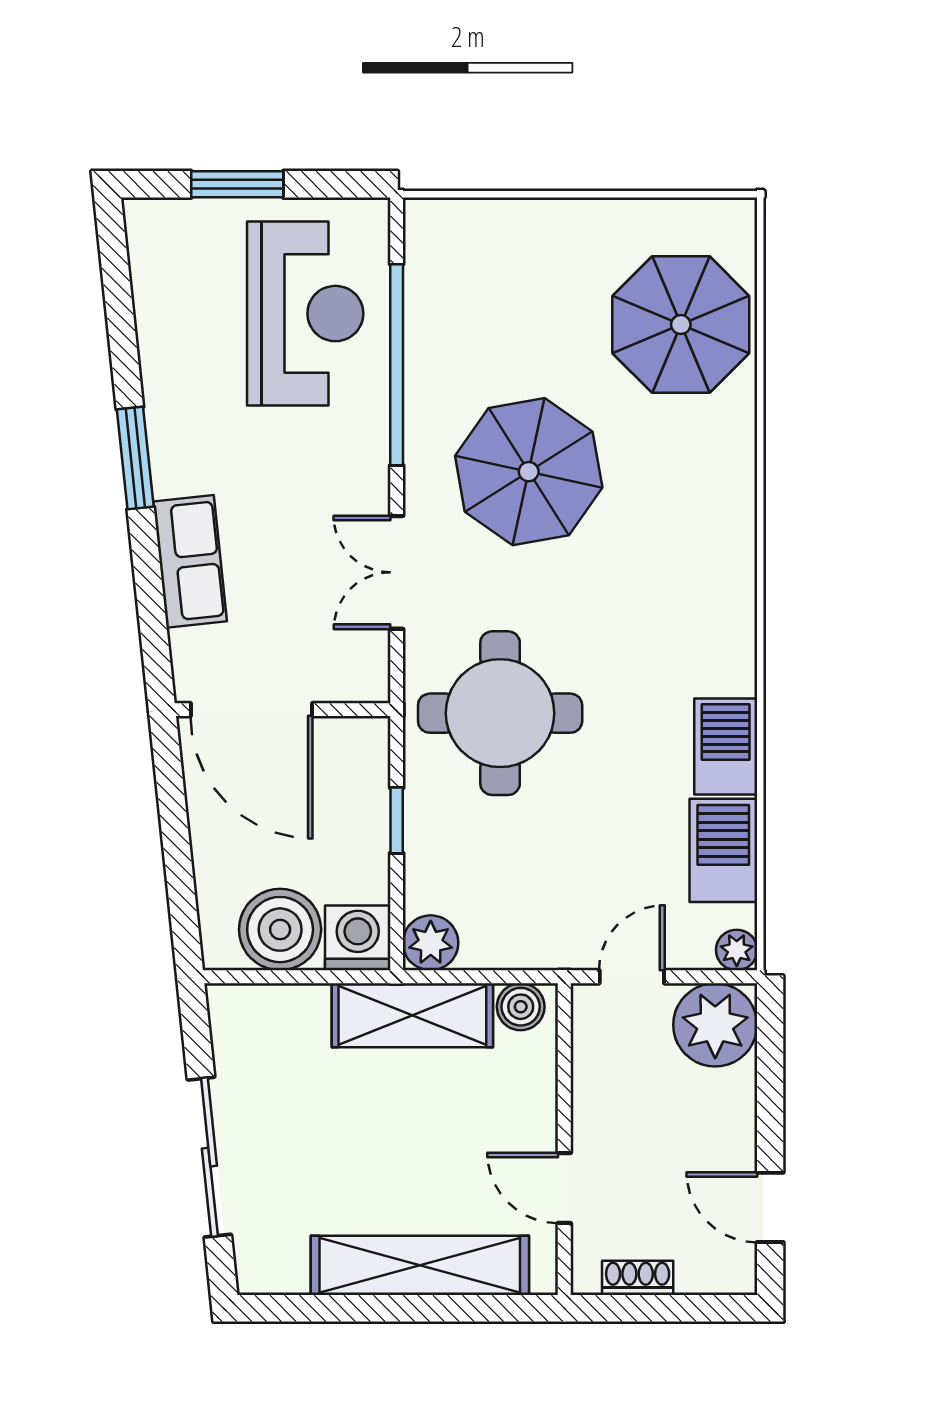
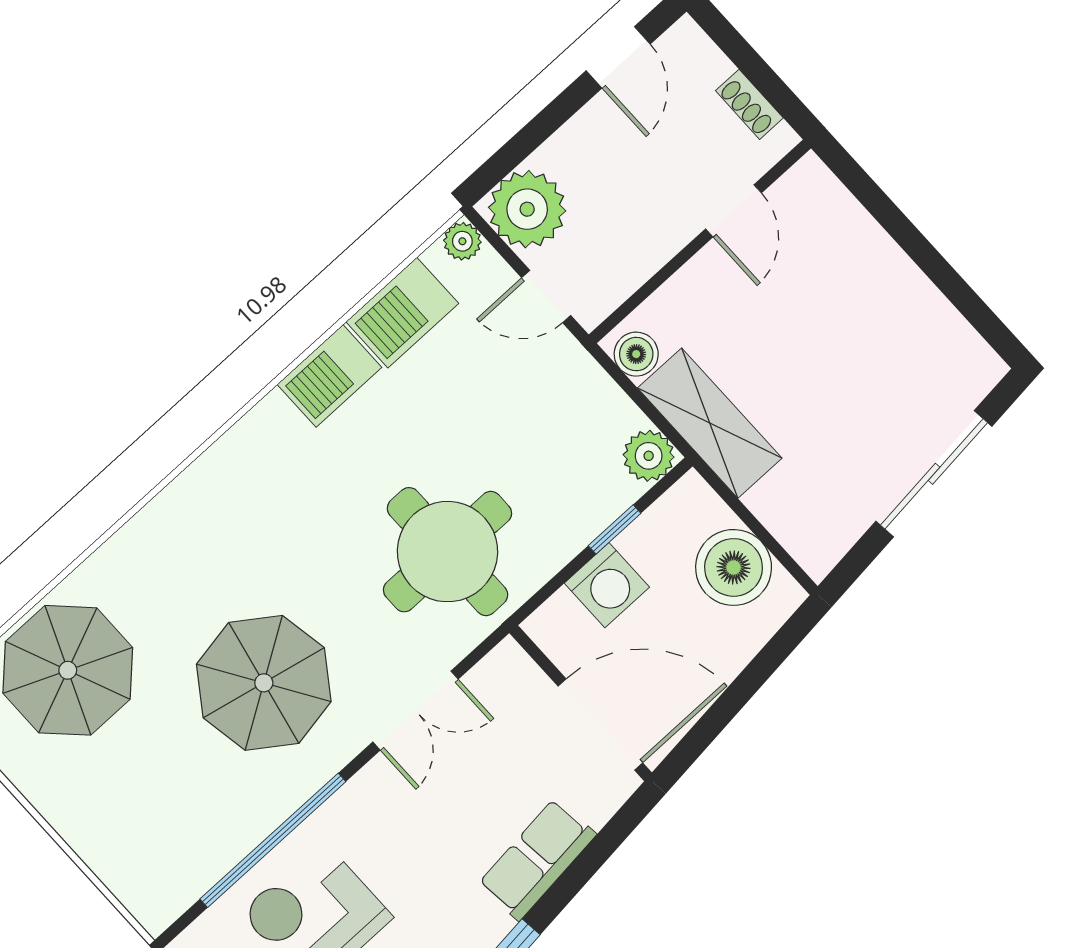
door: (251, 710) -> (600, 724), hinge flipped
window: (397, 820) -> (615, 529), moved
washing machine: (358, 938) -> (607, 585), moved, turned -90
shelving: (420, 1265) -> (877, 262), removed

